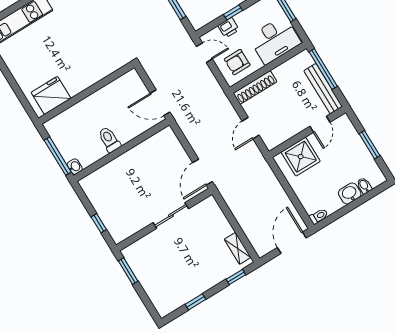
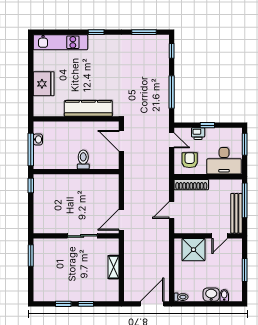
armchair: (237, 62) -> (190, 160), turned 90
kitchen counter: (93, 73) -> (88, 108), added
fridge: (51, 95) -> (44, 84), moved, turned 90
door: (160, 103) -> (121, 141), moved
toilet: (109, 140) -> (83, 160), moved
washbasin: (75, 167) -> (38, 139), moved
window: (99, 223) -> (31, 185), moved
shelving: (238, 248) -> (114, 267), moved
window: (236, 277) -> (86, 304), moved

